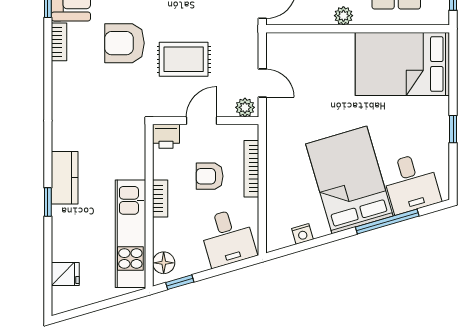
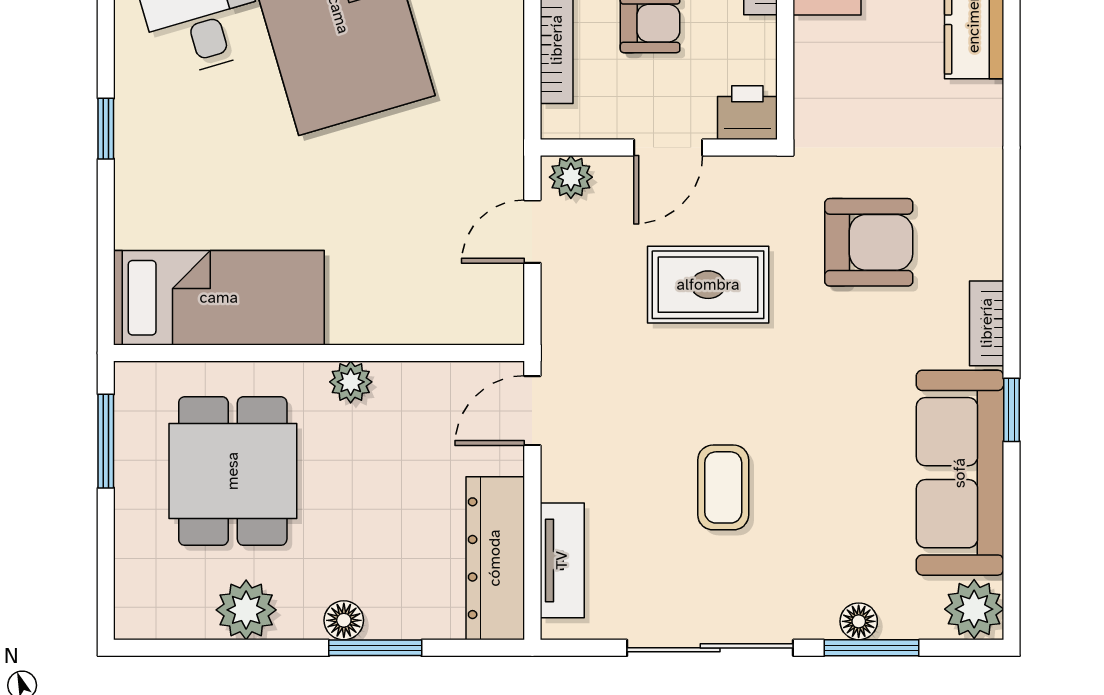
armchair: (124, 43) -> (869, 242), moved
bed: (402, 64) -> (219, 298), width x0.67
door: (262, 83) -> (532, 232), hinge flipped

